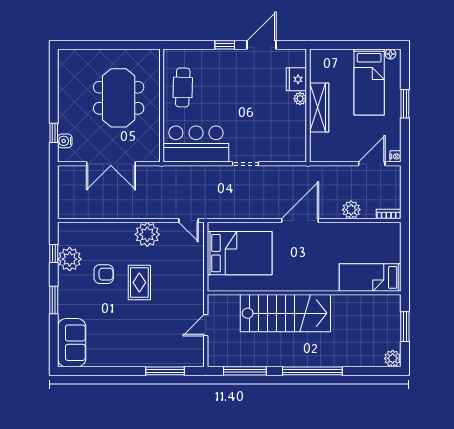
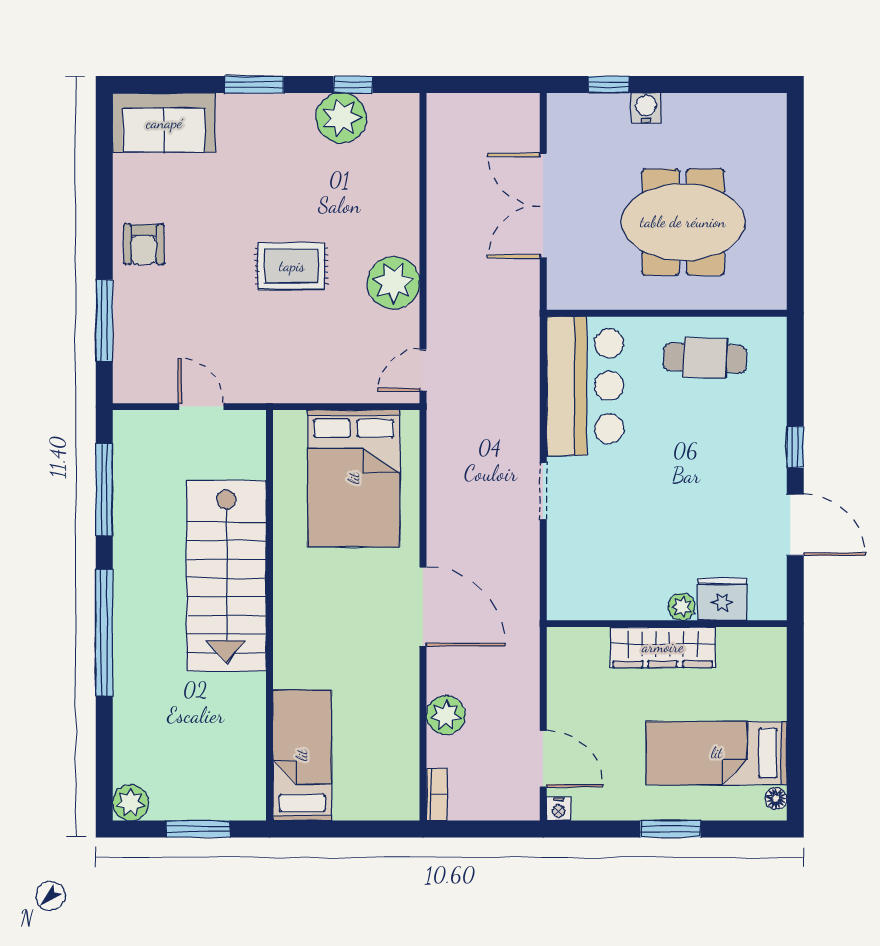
water cooler: (65, 141) -> (646, 108), moved
armchair: (104, 274) -> (144, 244), moved

